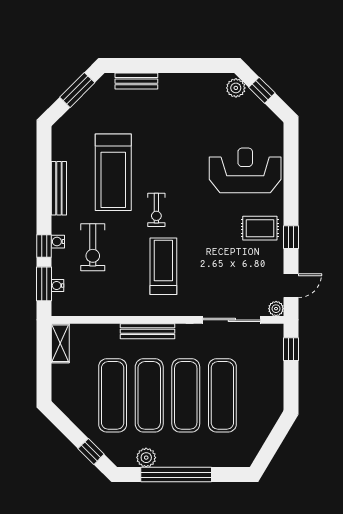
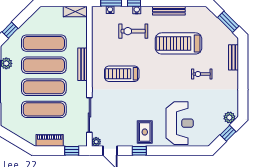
exercise bike: (156, 210) -> (202, 74), moved
treadmill: (163, 266) -> (122, 74), turned 180
piano: (274, 386) -> (50, 140), added

